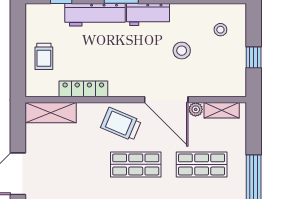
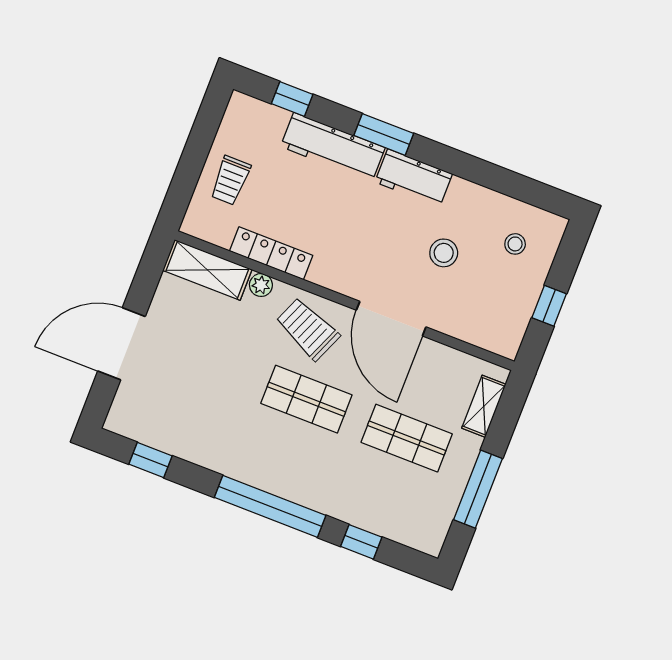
plant: (196, 109) -> (261, 285), moved
shelving: (222, 110) -> (484, 406), moved, turned 90

